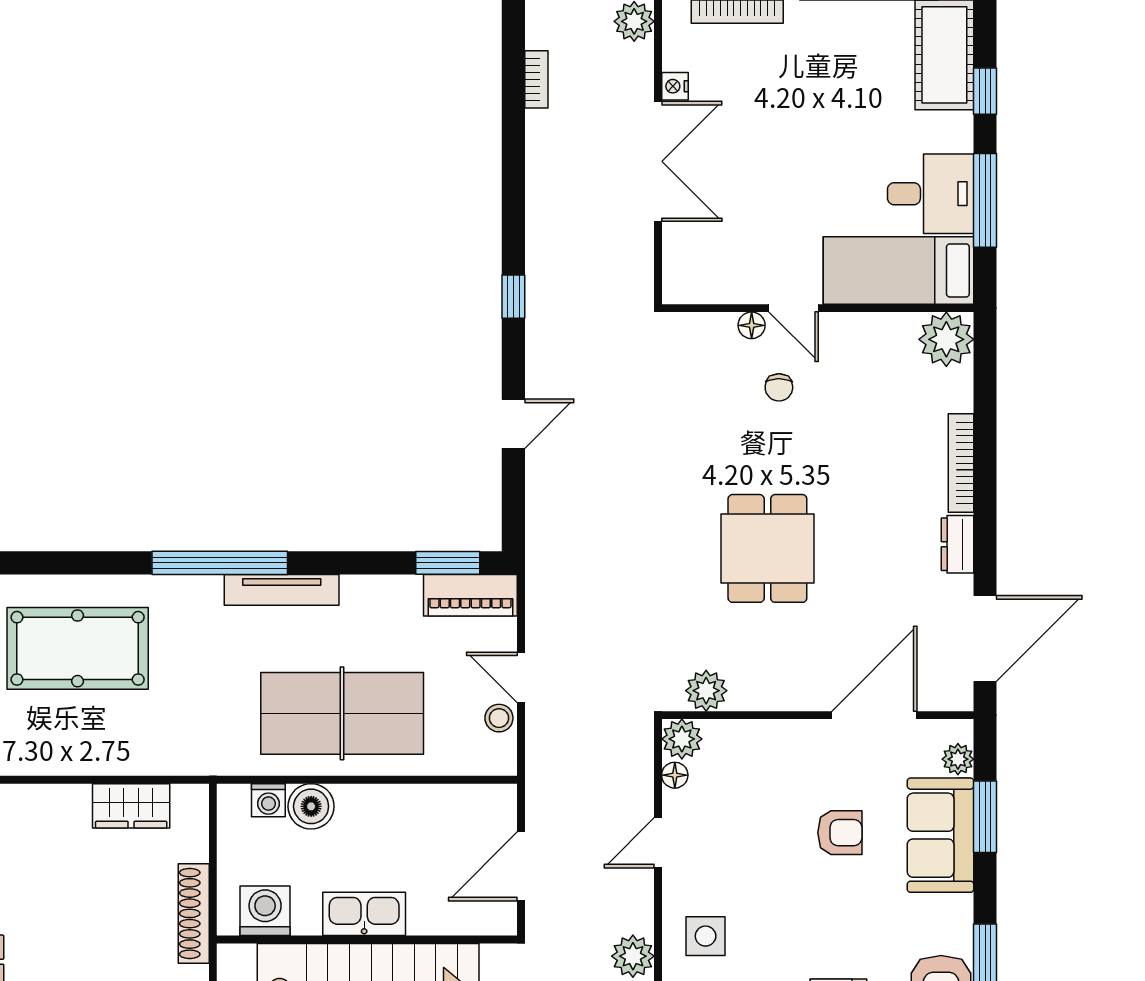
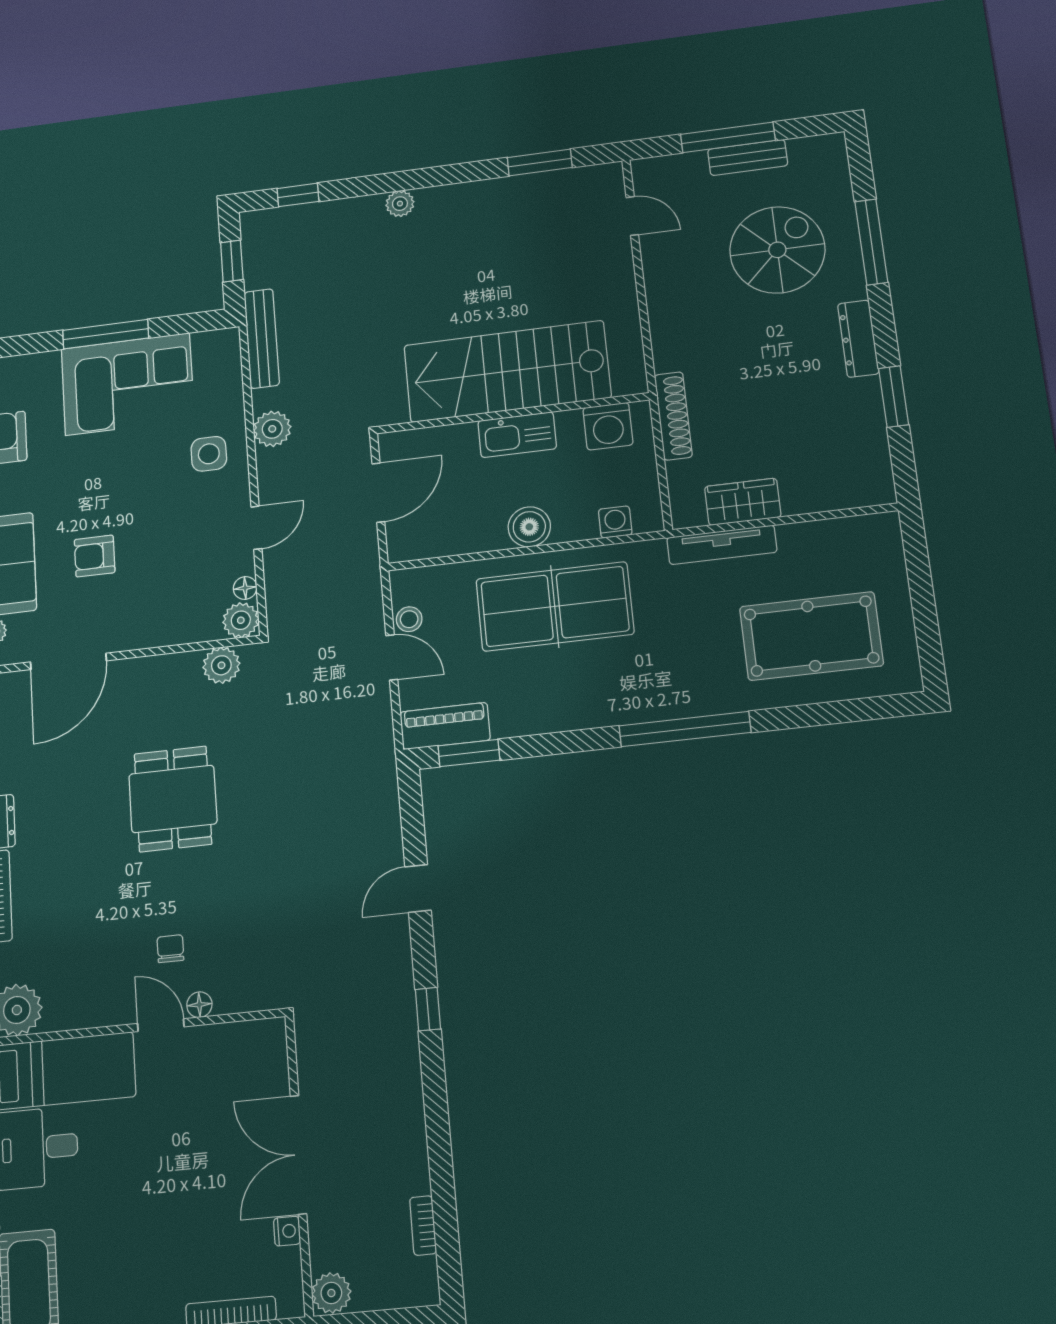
tv unit: (282, 590) -> (722, 545), moved, turned 180
boiler: (311, 806) -> (529, 527), moved

